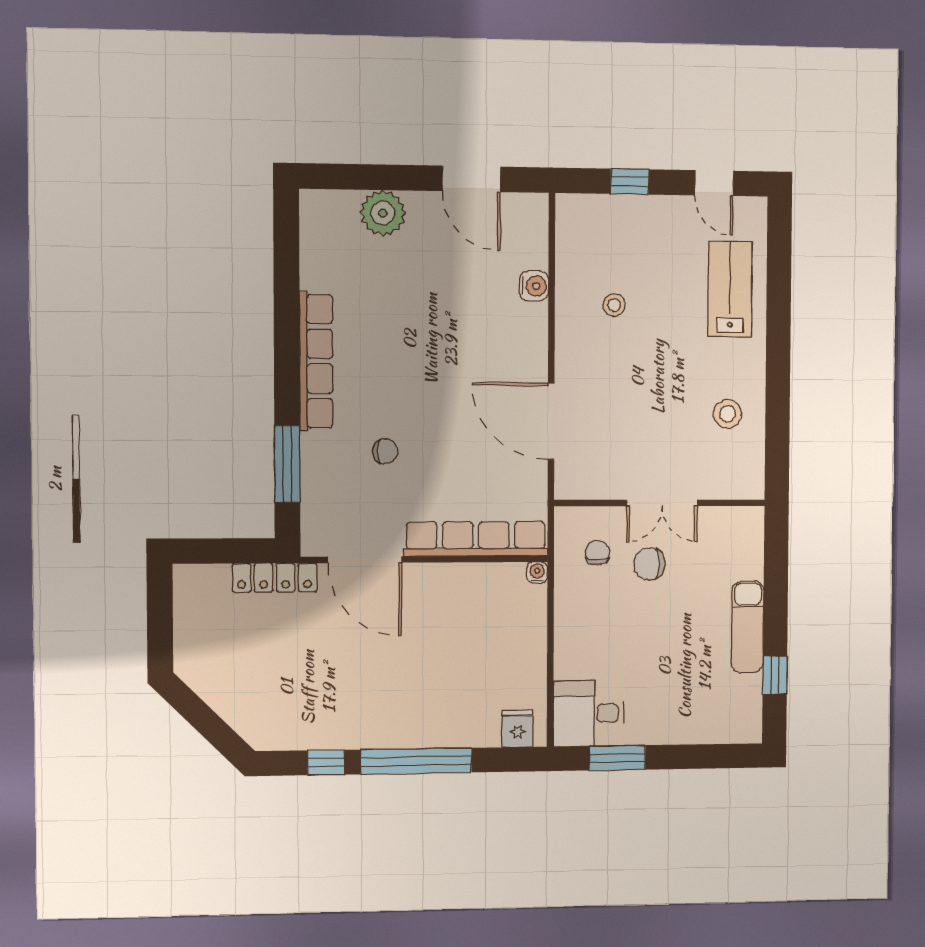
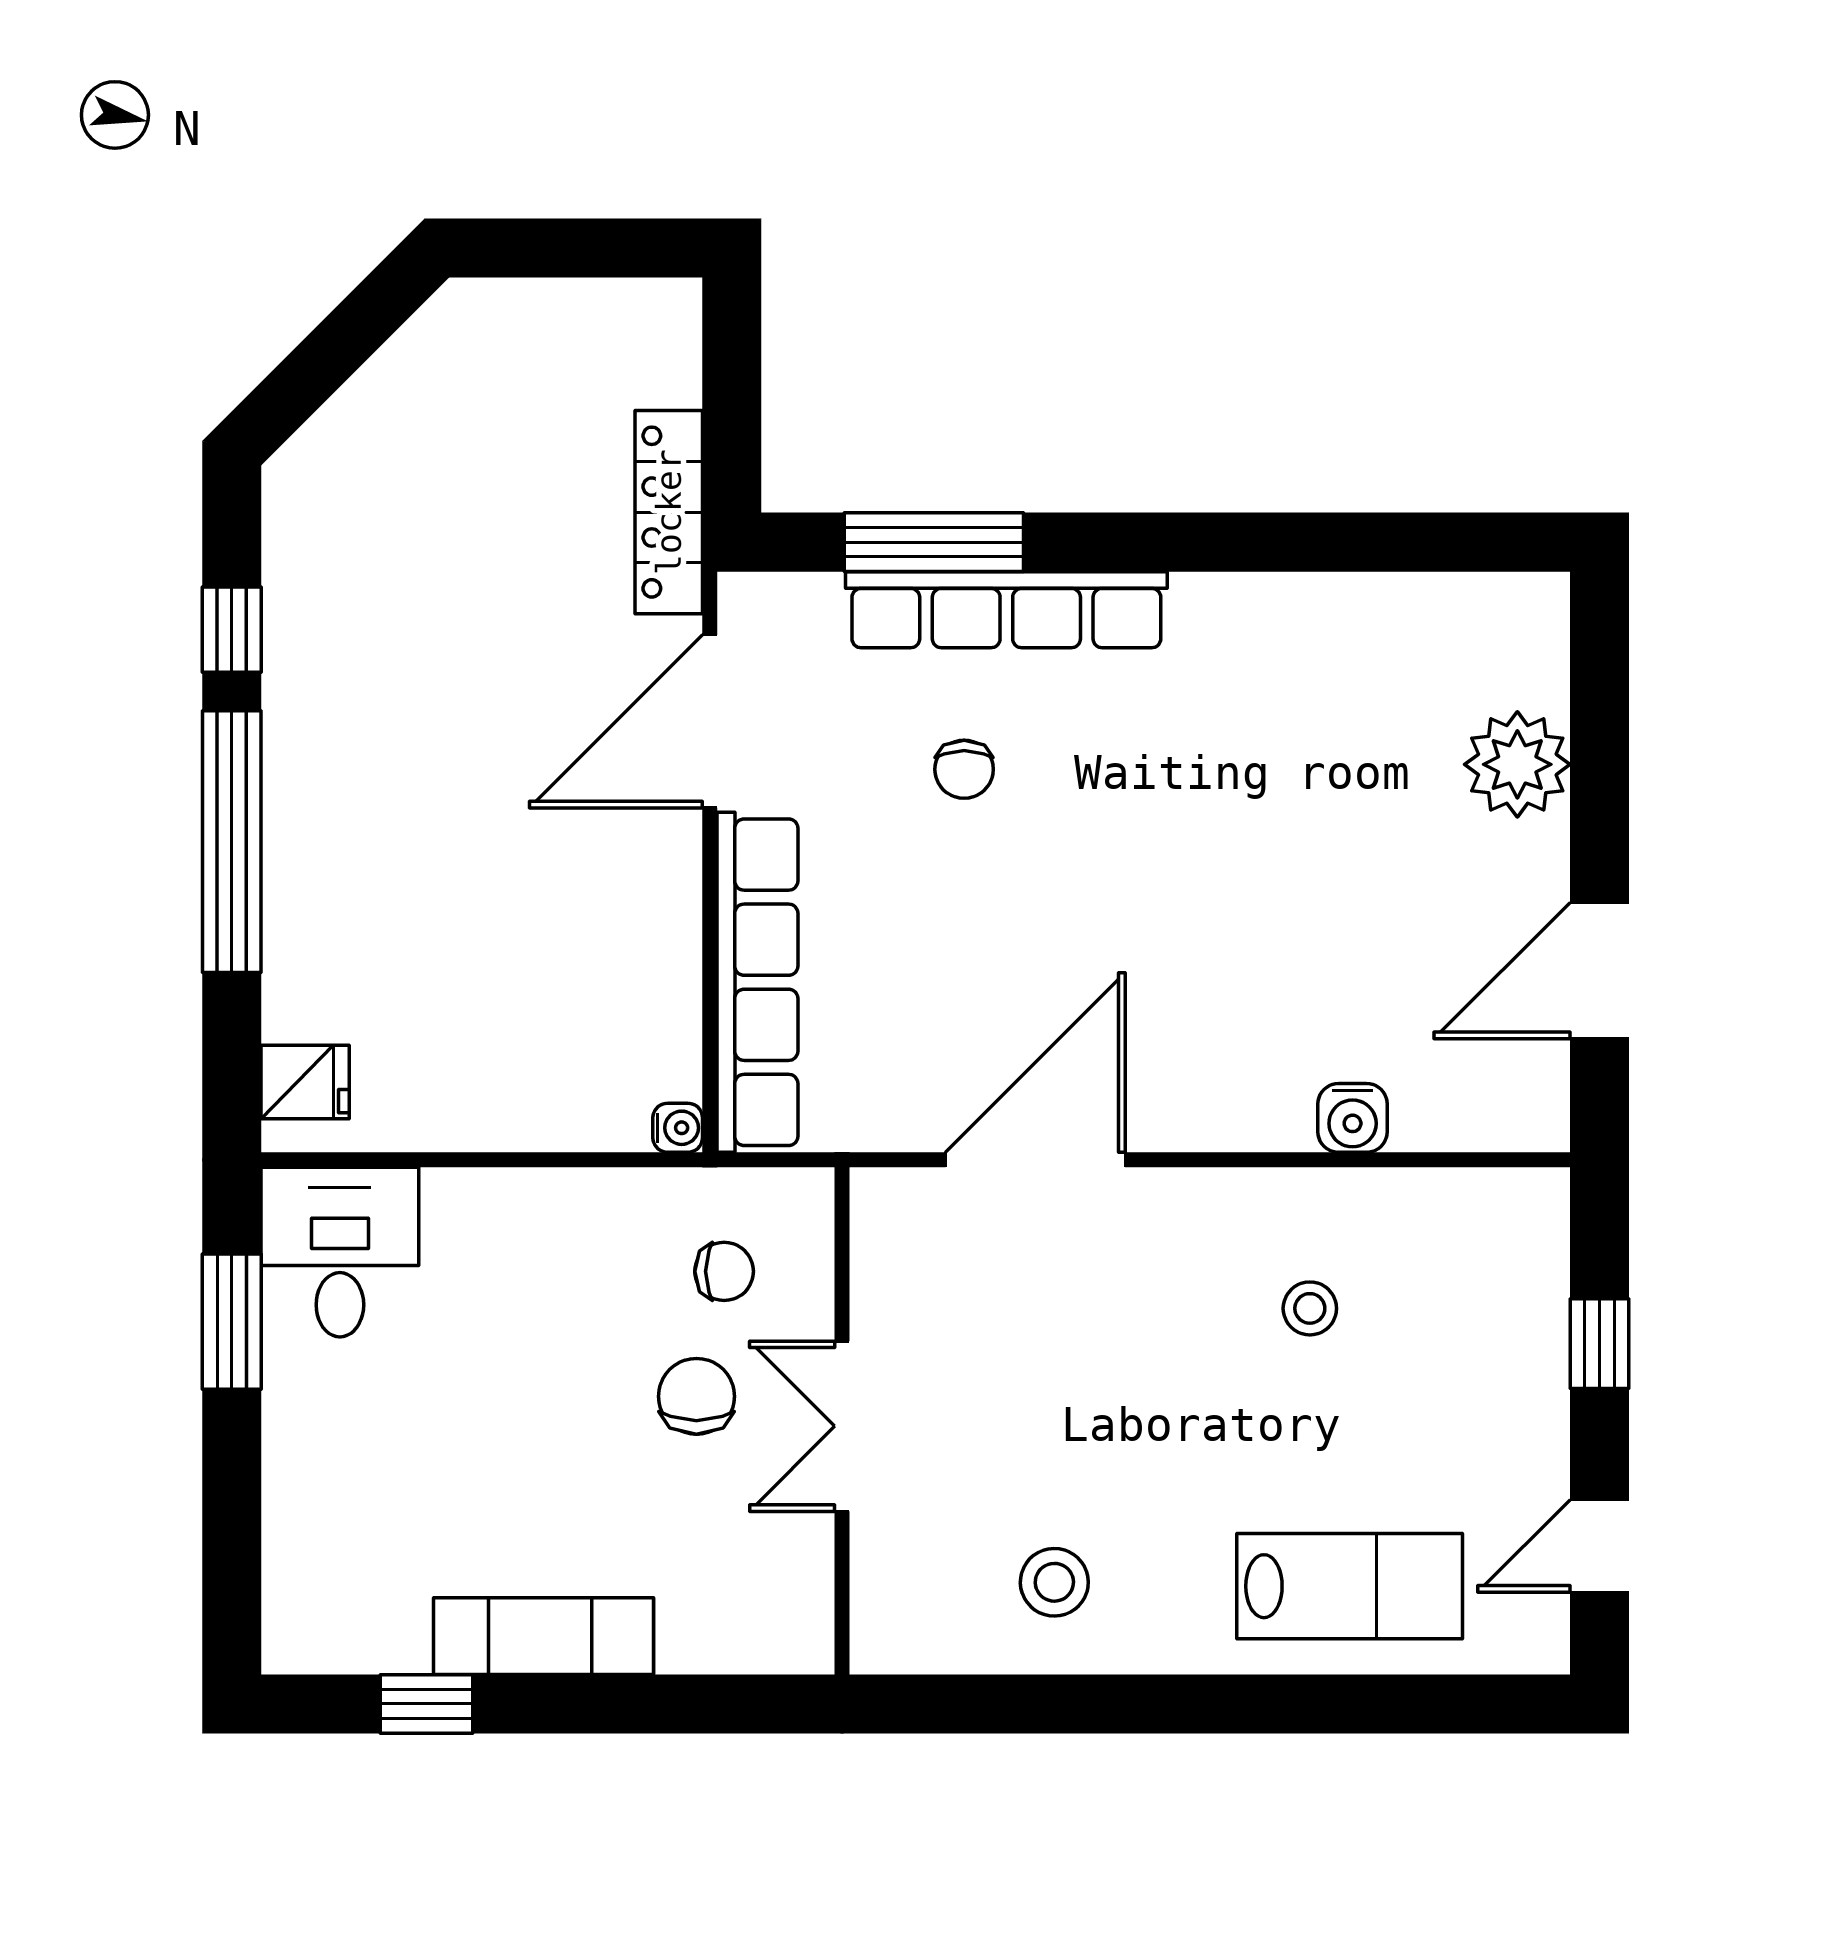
row of seats: (316, 361) -> (1006, 610), moved

